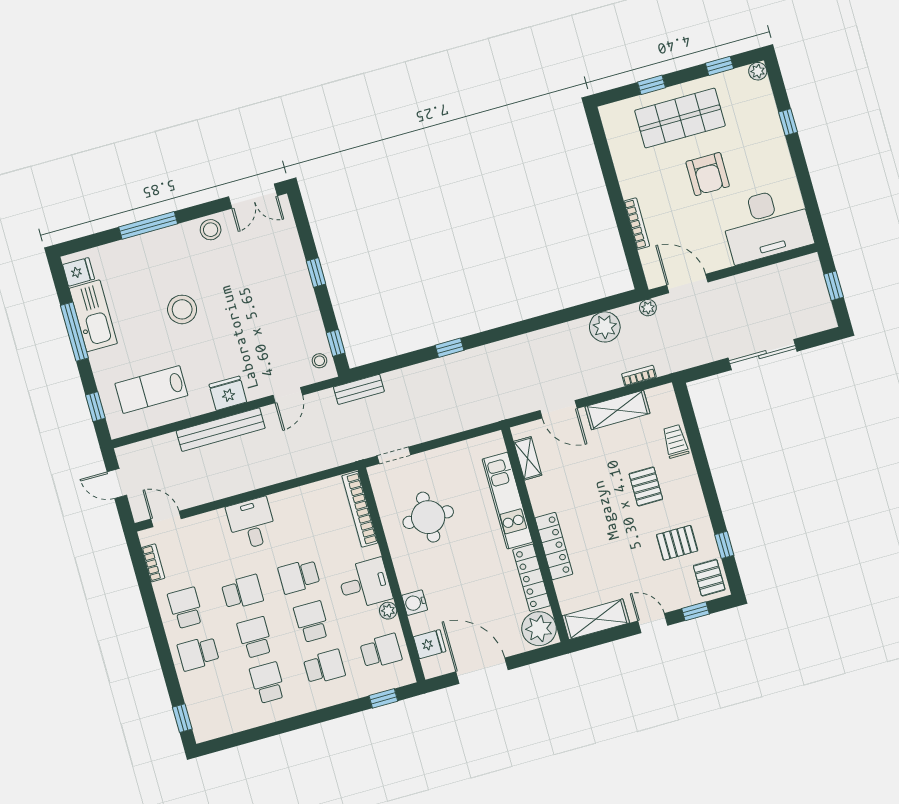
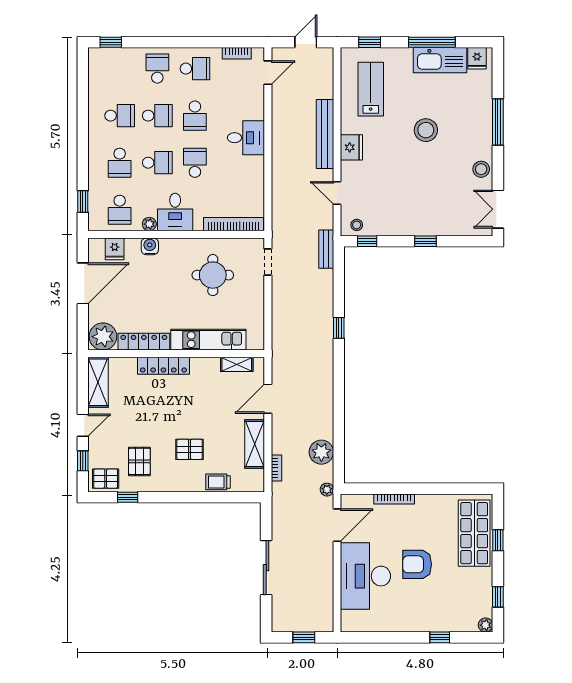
shop shelf: (680, 118) -> (474, 533), moved
desk: (767, 225) -> (365, 576), moved
trolley: (675, 441) -> (218, 482), turned 180

